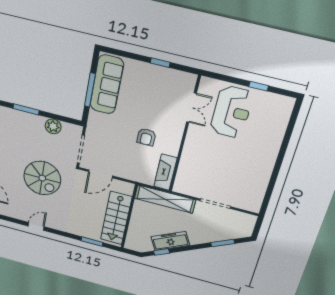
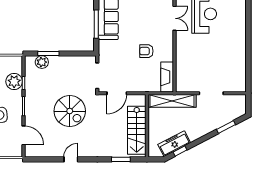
plant: (53, 126) -> (42, 62), moved
armchair: (146, 137) -> (146, 51), turned 90
freezer: (170, 241) -> (174, 144), moved

